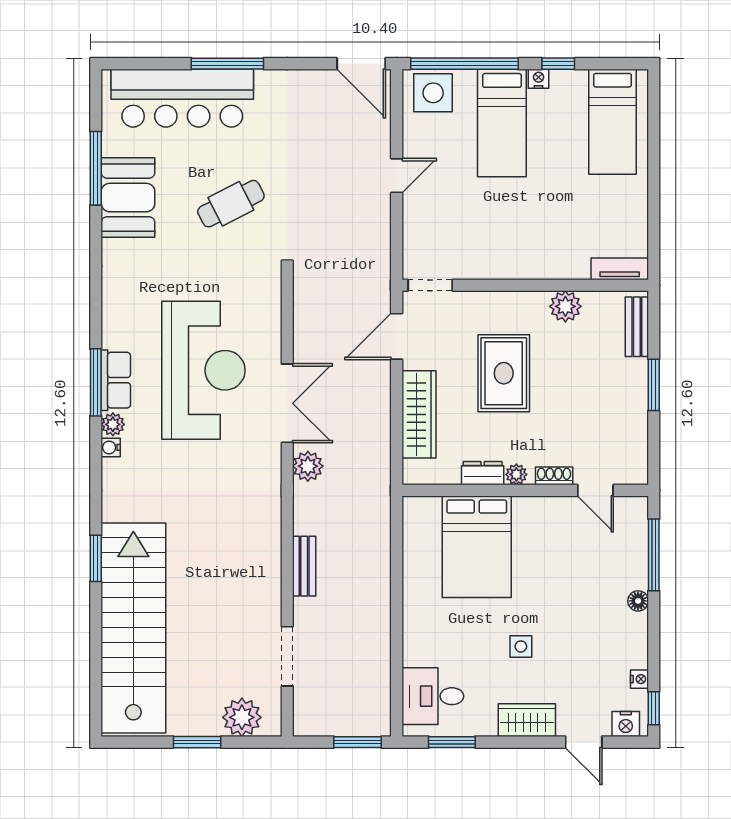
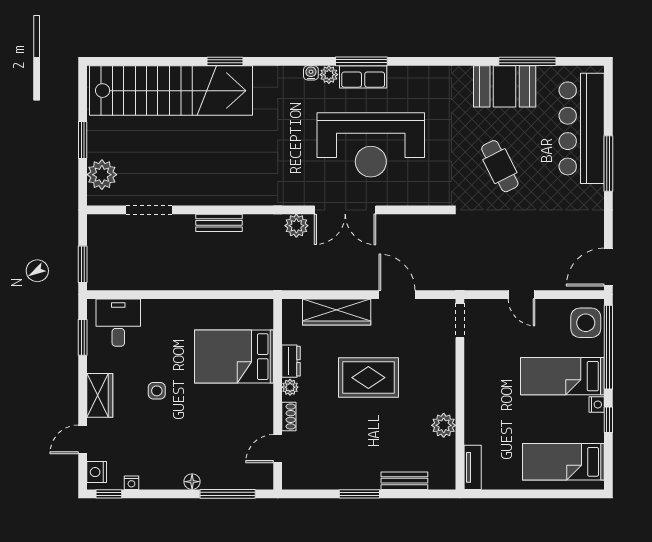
tv unit: (620, 269) -> (473, 467), moved
doorway: (430, 285) -> (460, 321), moved
wall: (525, 285) -> (460, 394), moved
plant: (565, 306) -> (444, 425), moved

